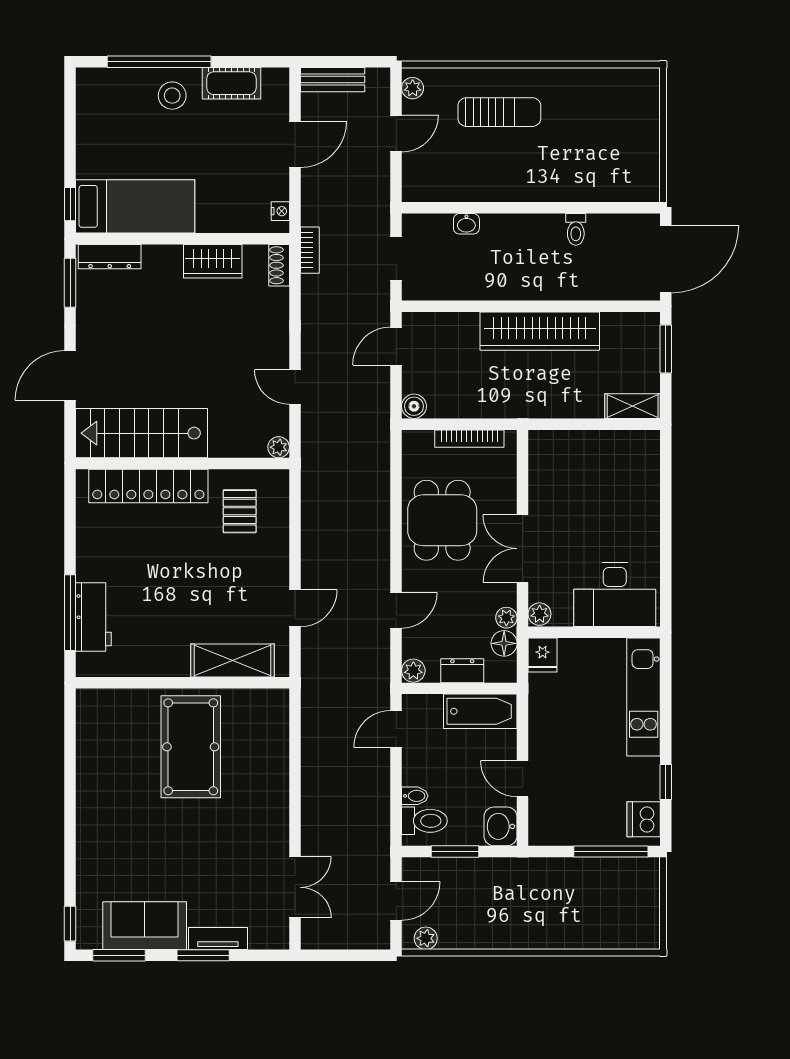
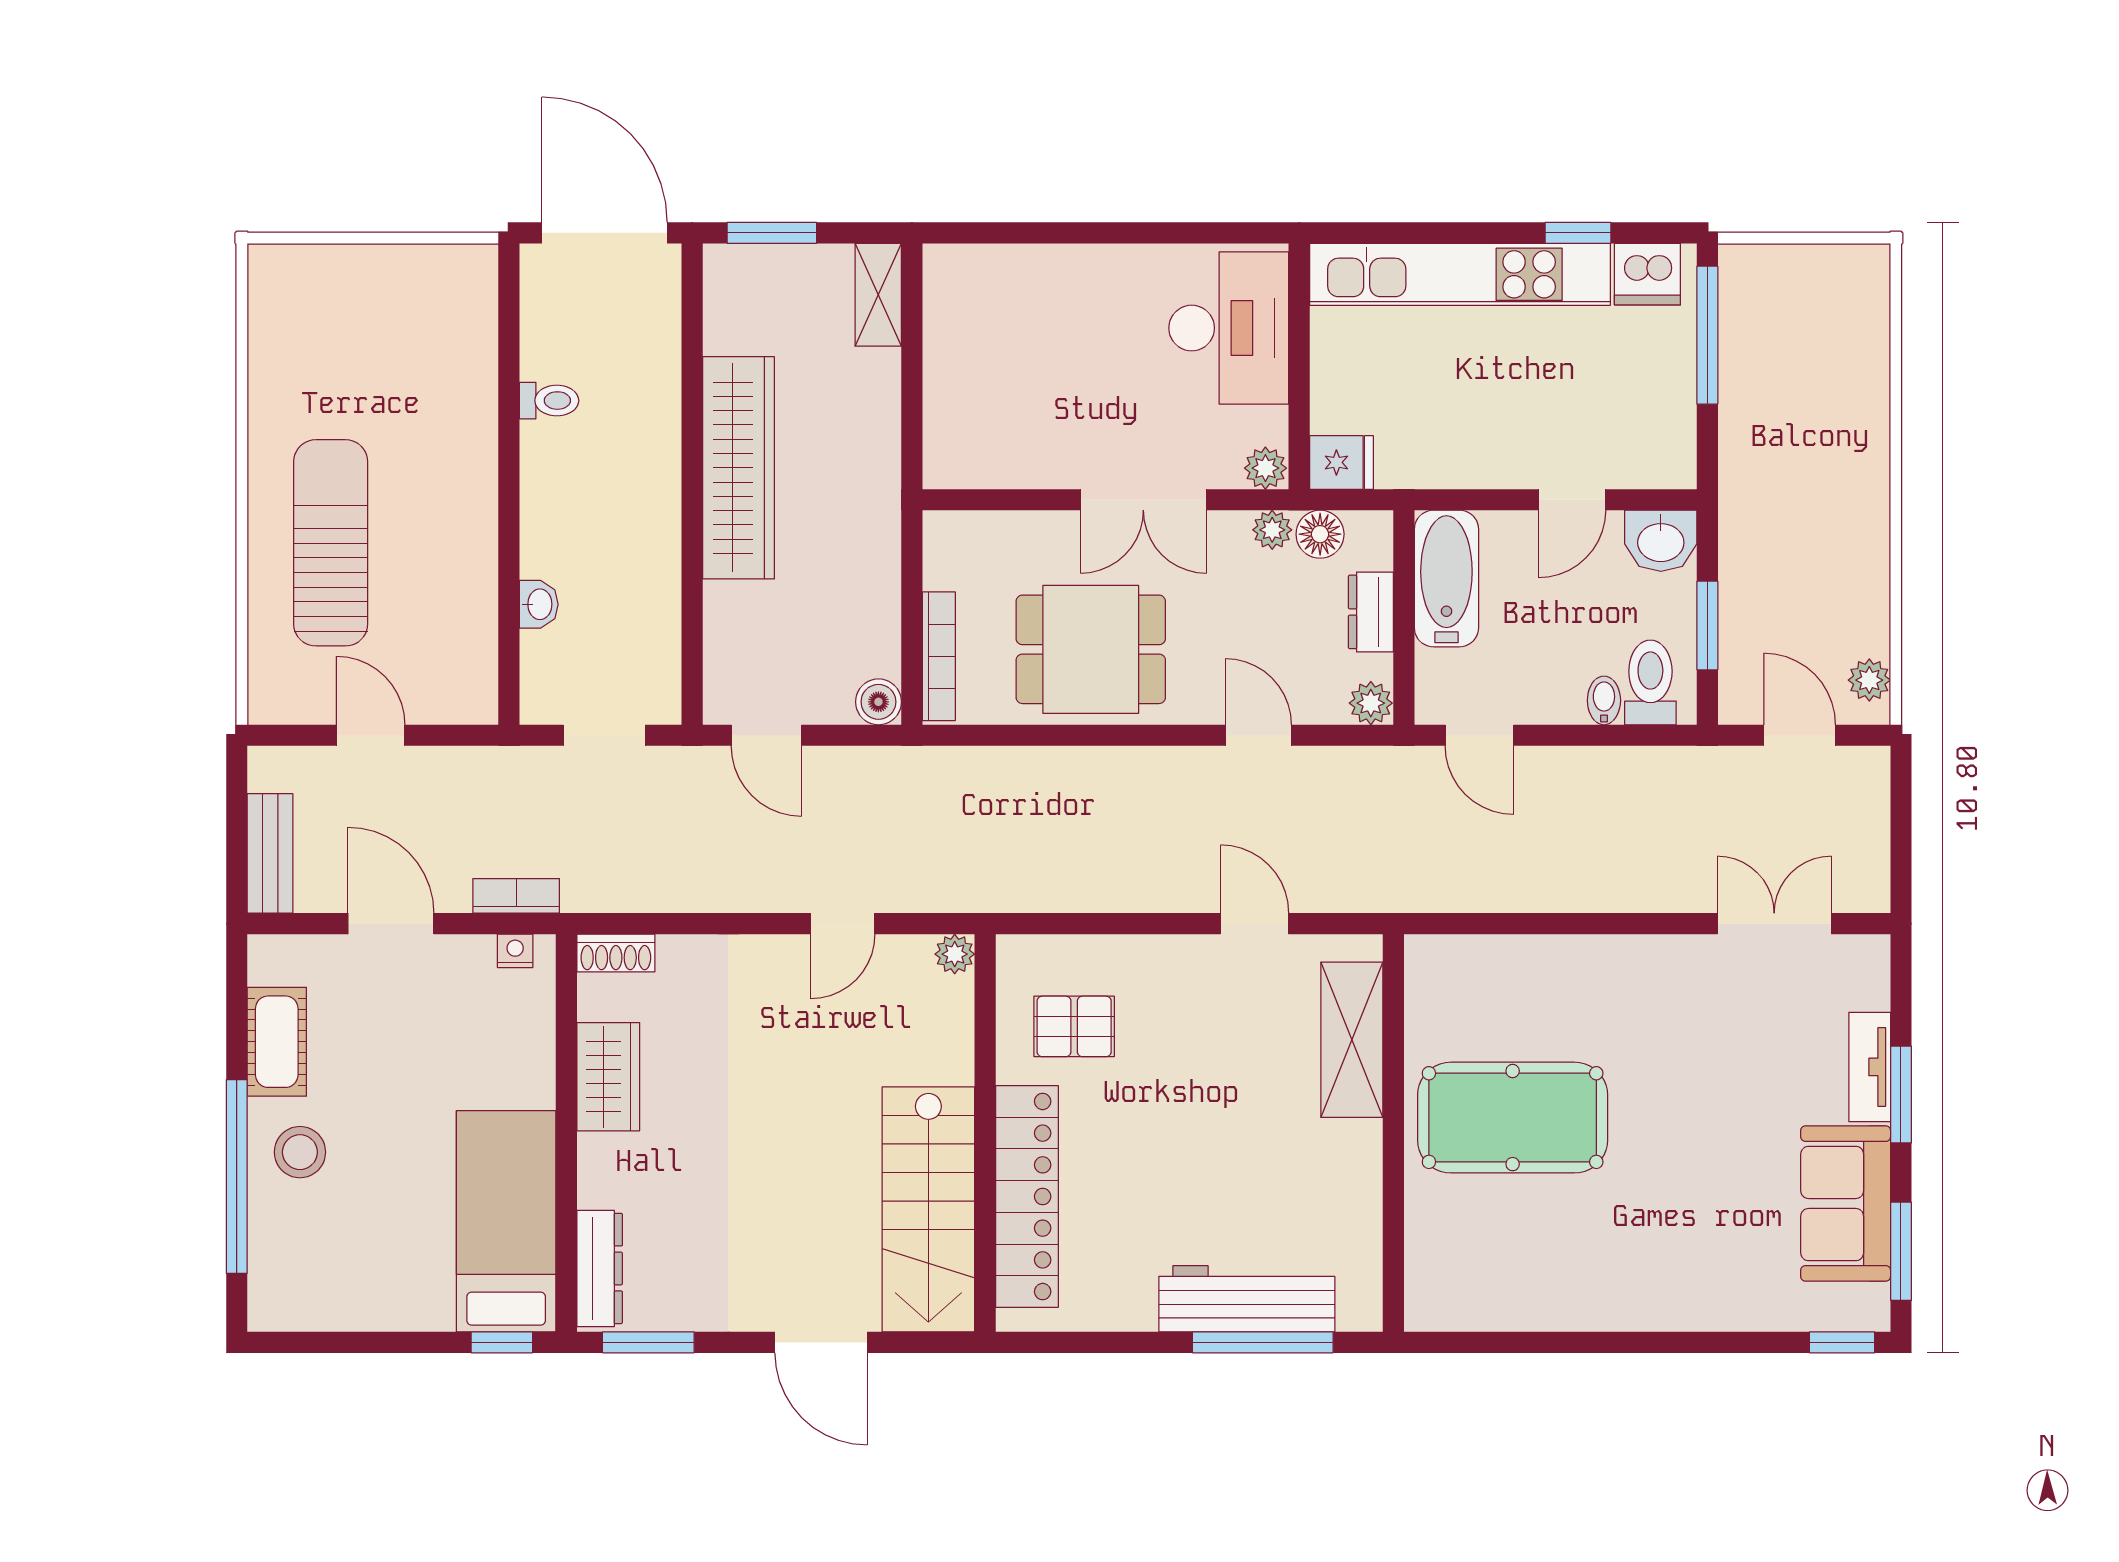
plant: (413, 88) -> (286, 705), removed
sun lounger: (499, 112) -> (331, 543), width x1.36, depth x1.34
bookcase: (310, 250) -> (516, 896), moved
bookcase: (469, 439) -> (939, 656), moved
workbench: (93, 617) -> (1247, 1299), width x1.37
kitchen unit: (644, 697) -> (1460, 274), width x1.36

